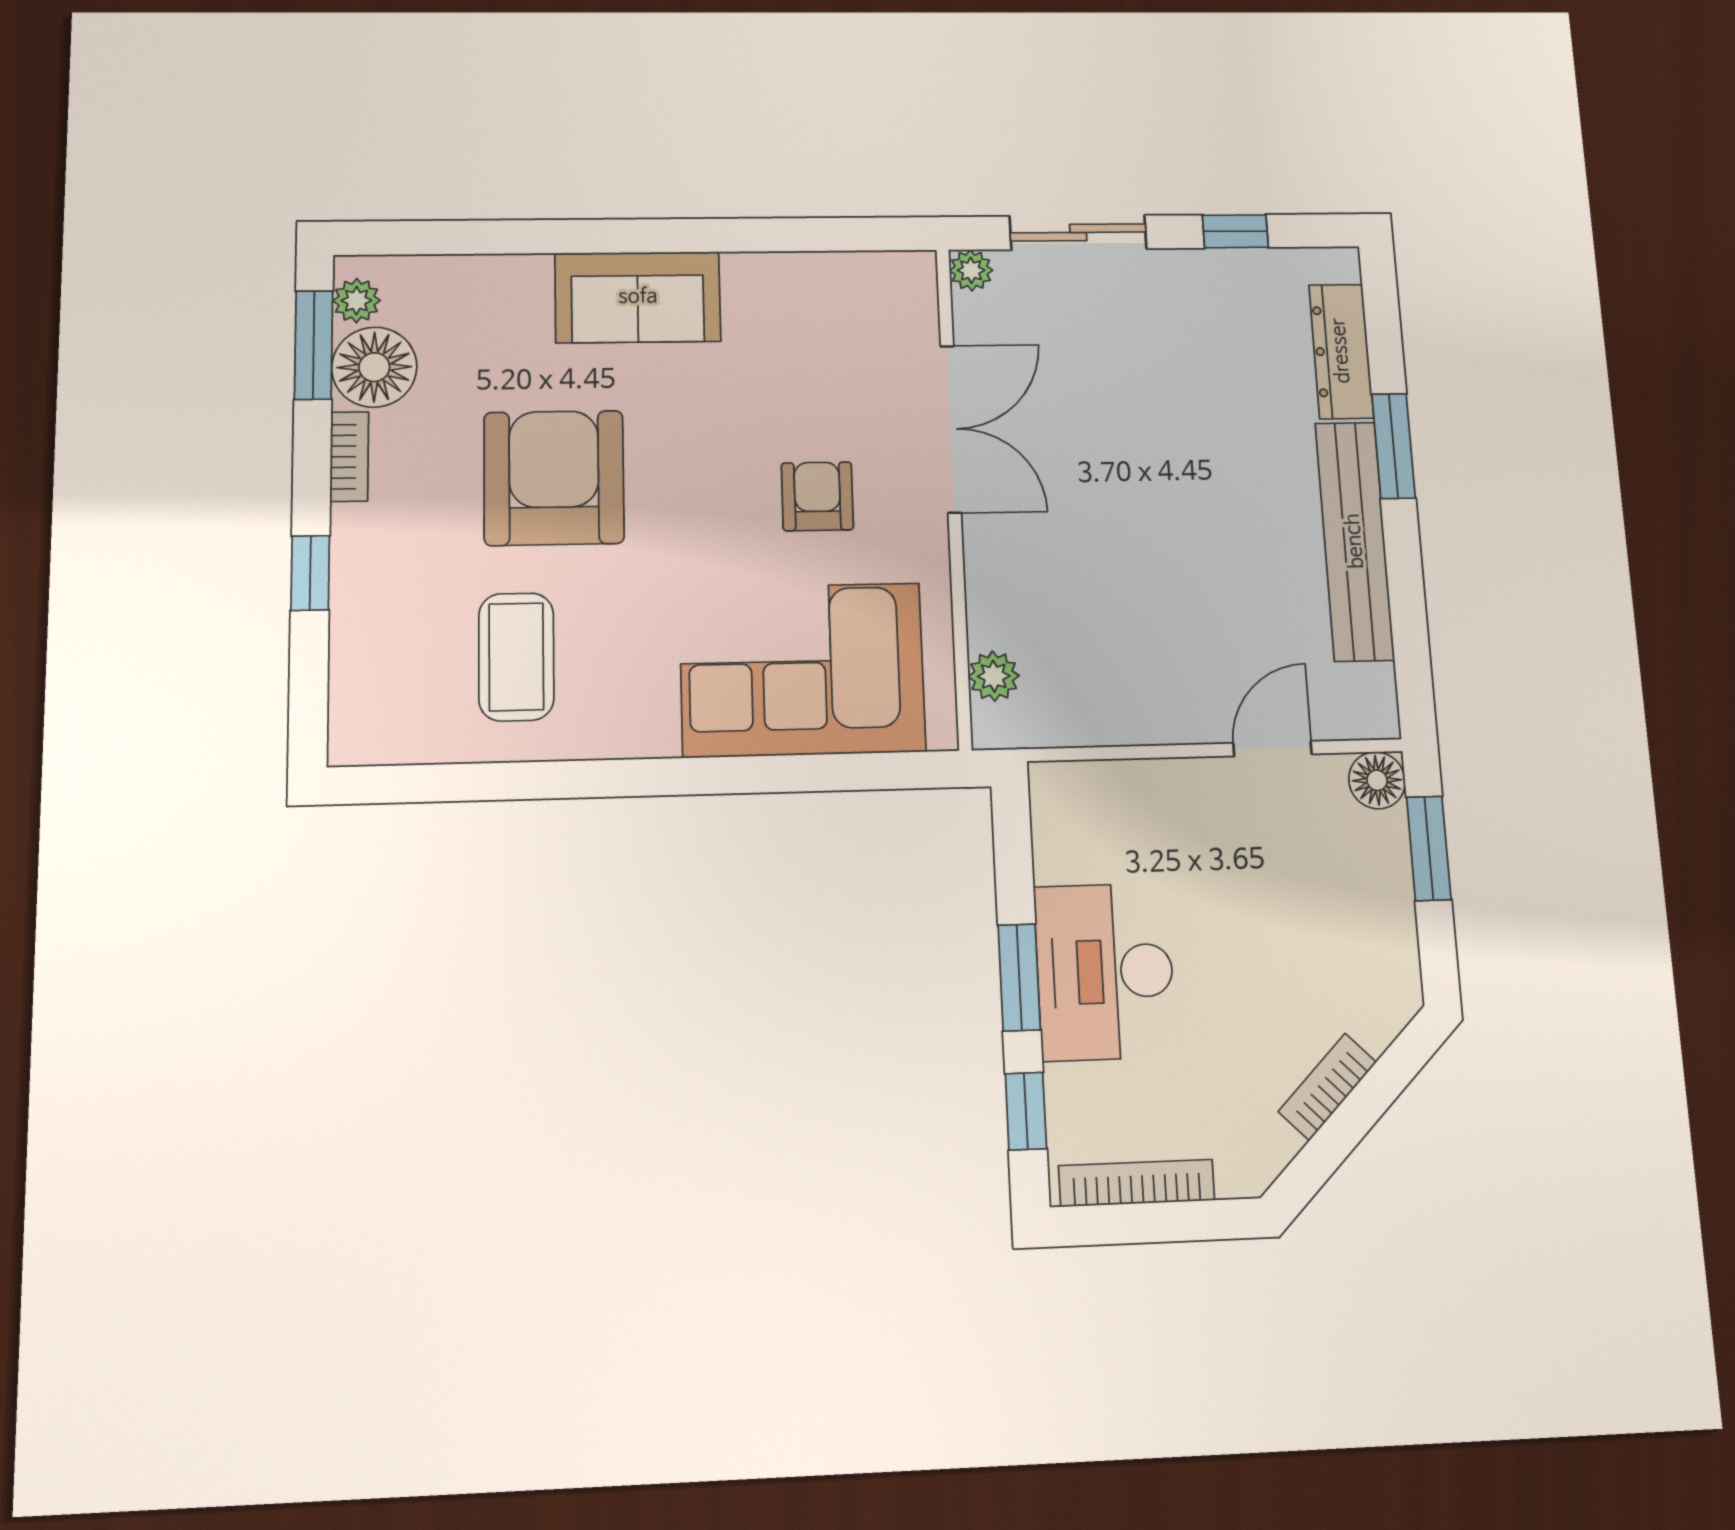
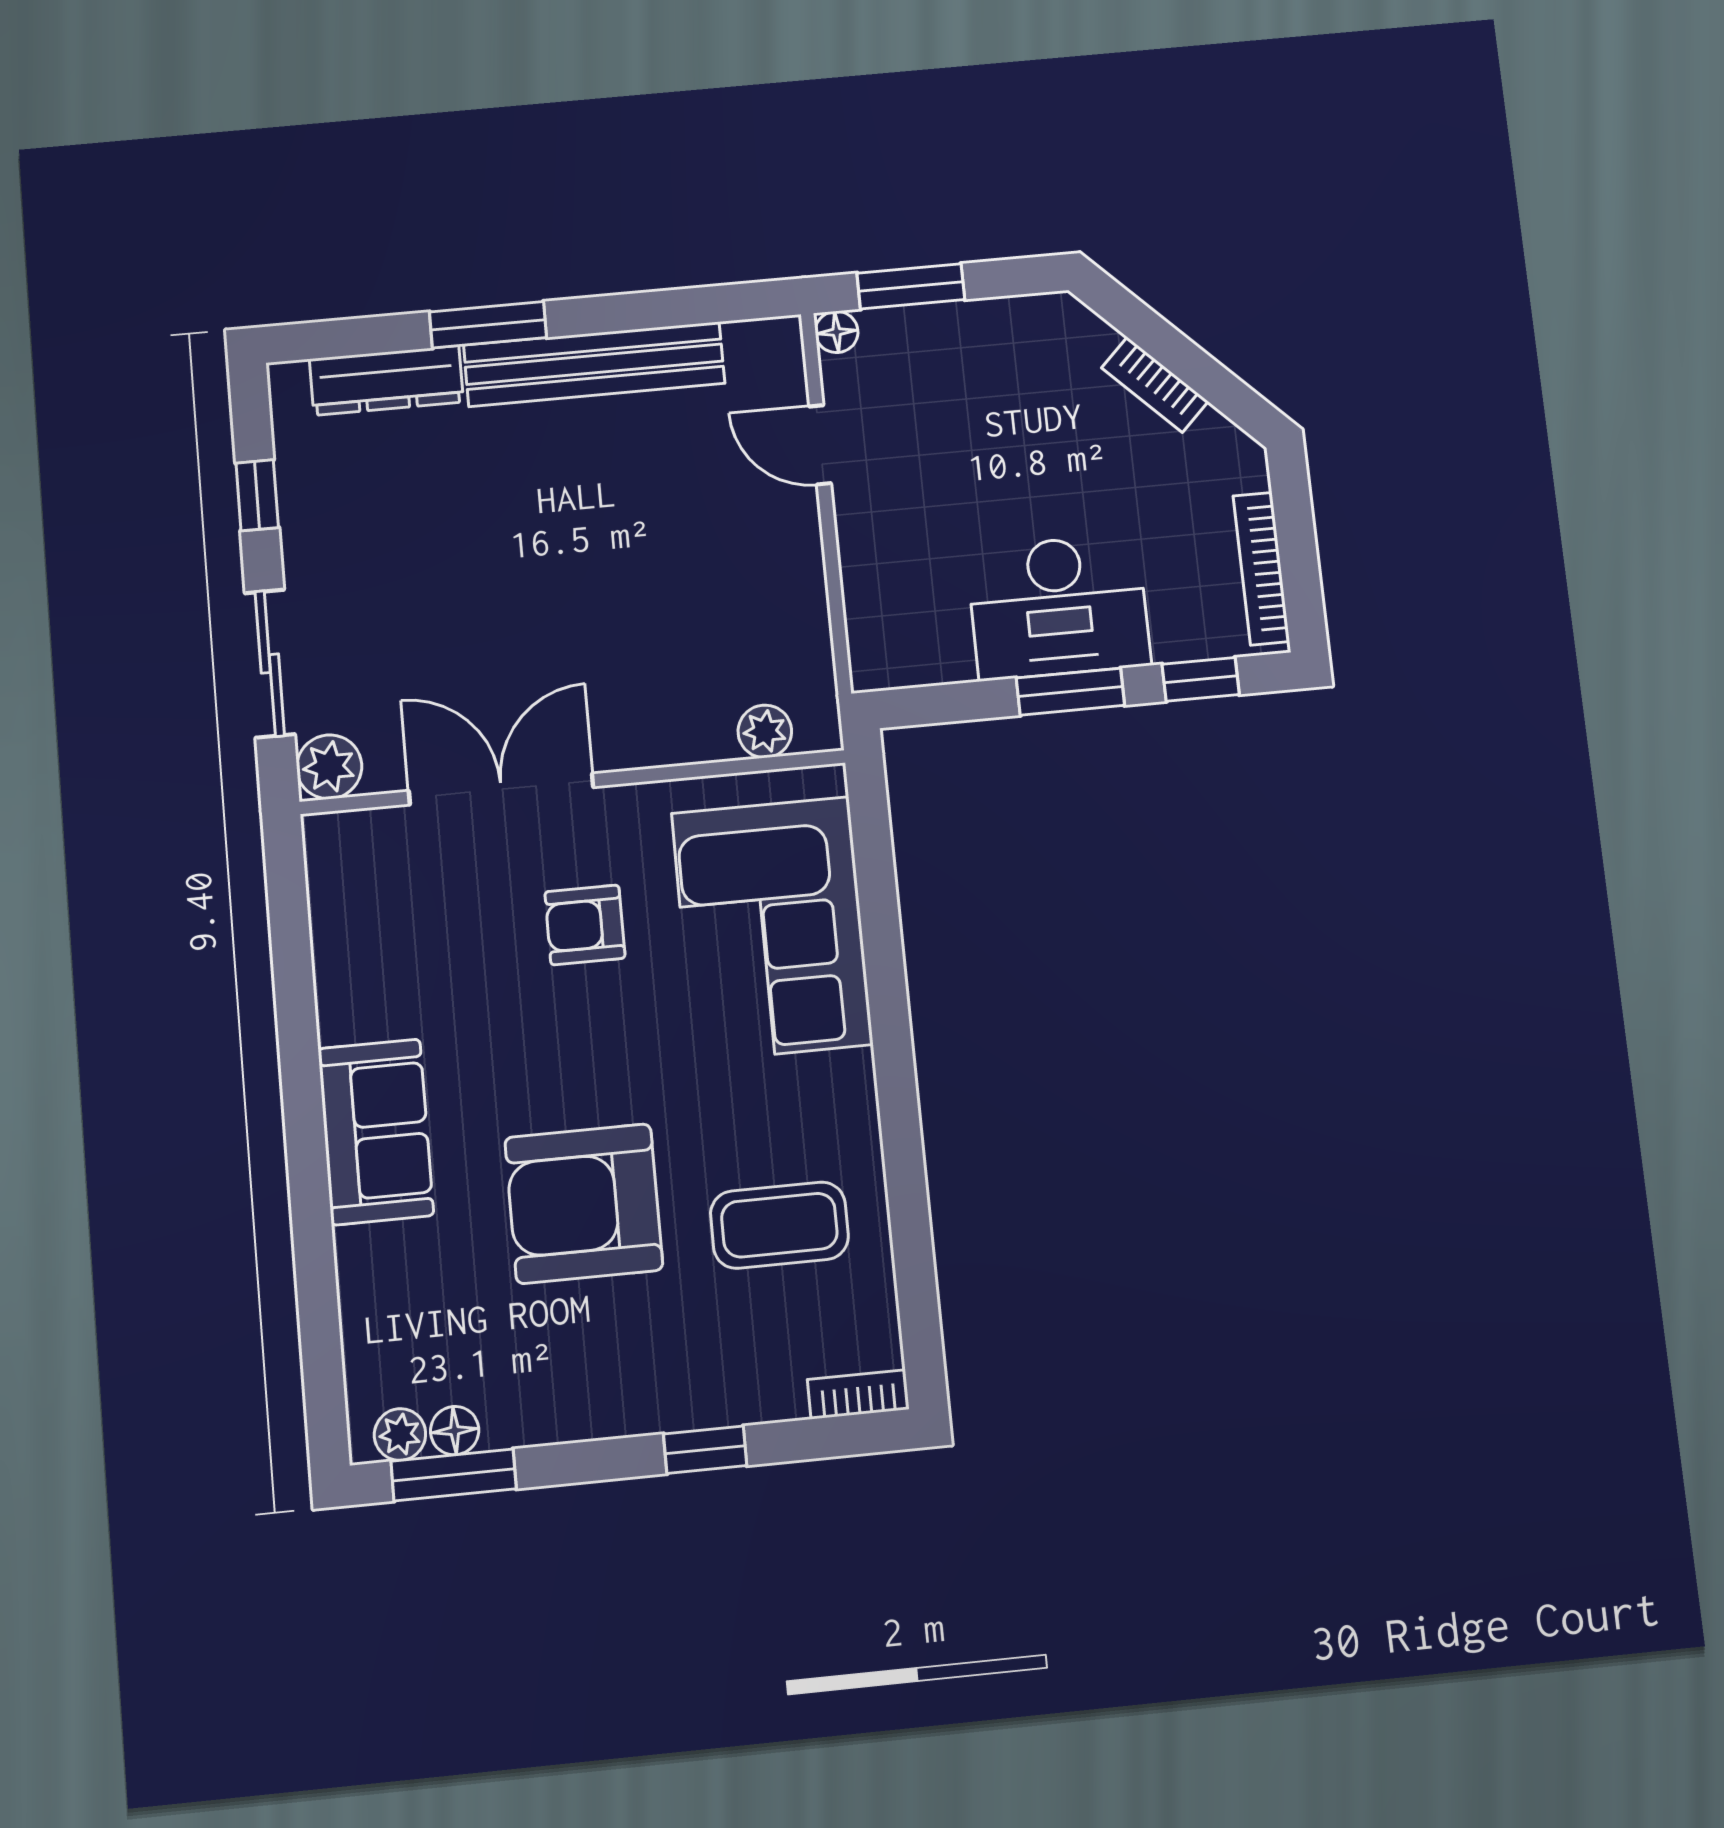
plant: (971, 270) -> (329, 767), width x1.38, depth x1.38
floor lamp: (374, 367) -> (455, 1431), width x0.53, depth x0.53
bookcase: (349, 457) -> (858, 1394), moved
floor lamp: (1377, 780) -> (837, 332), width x0.73, depth x0.73

